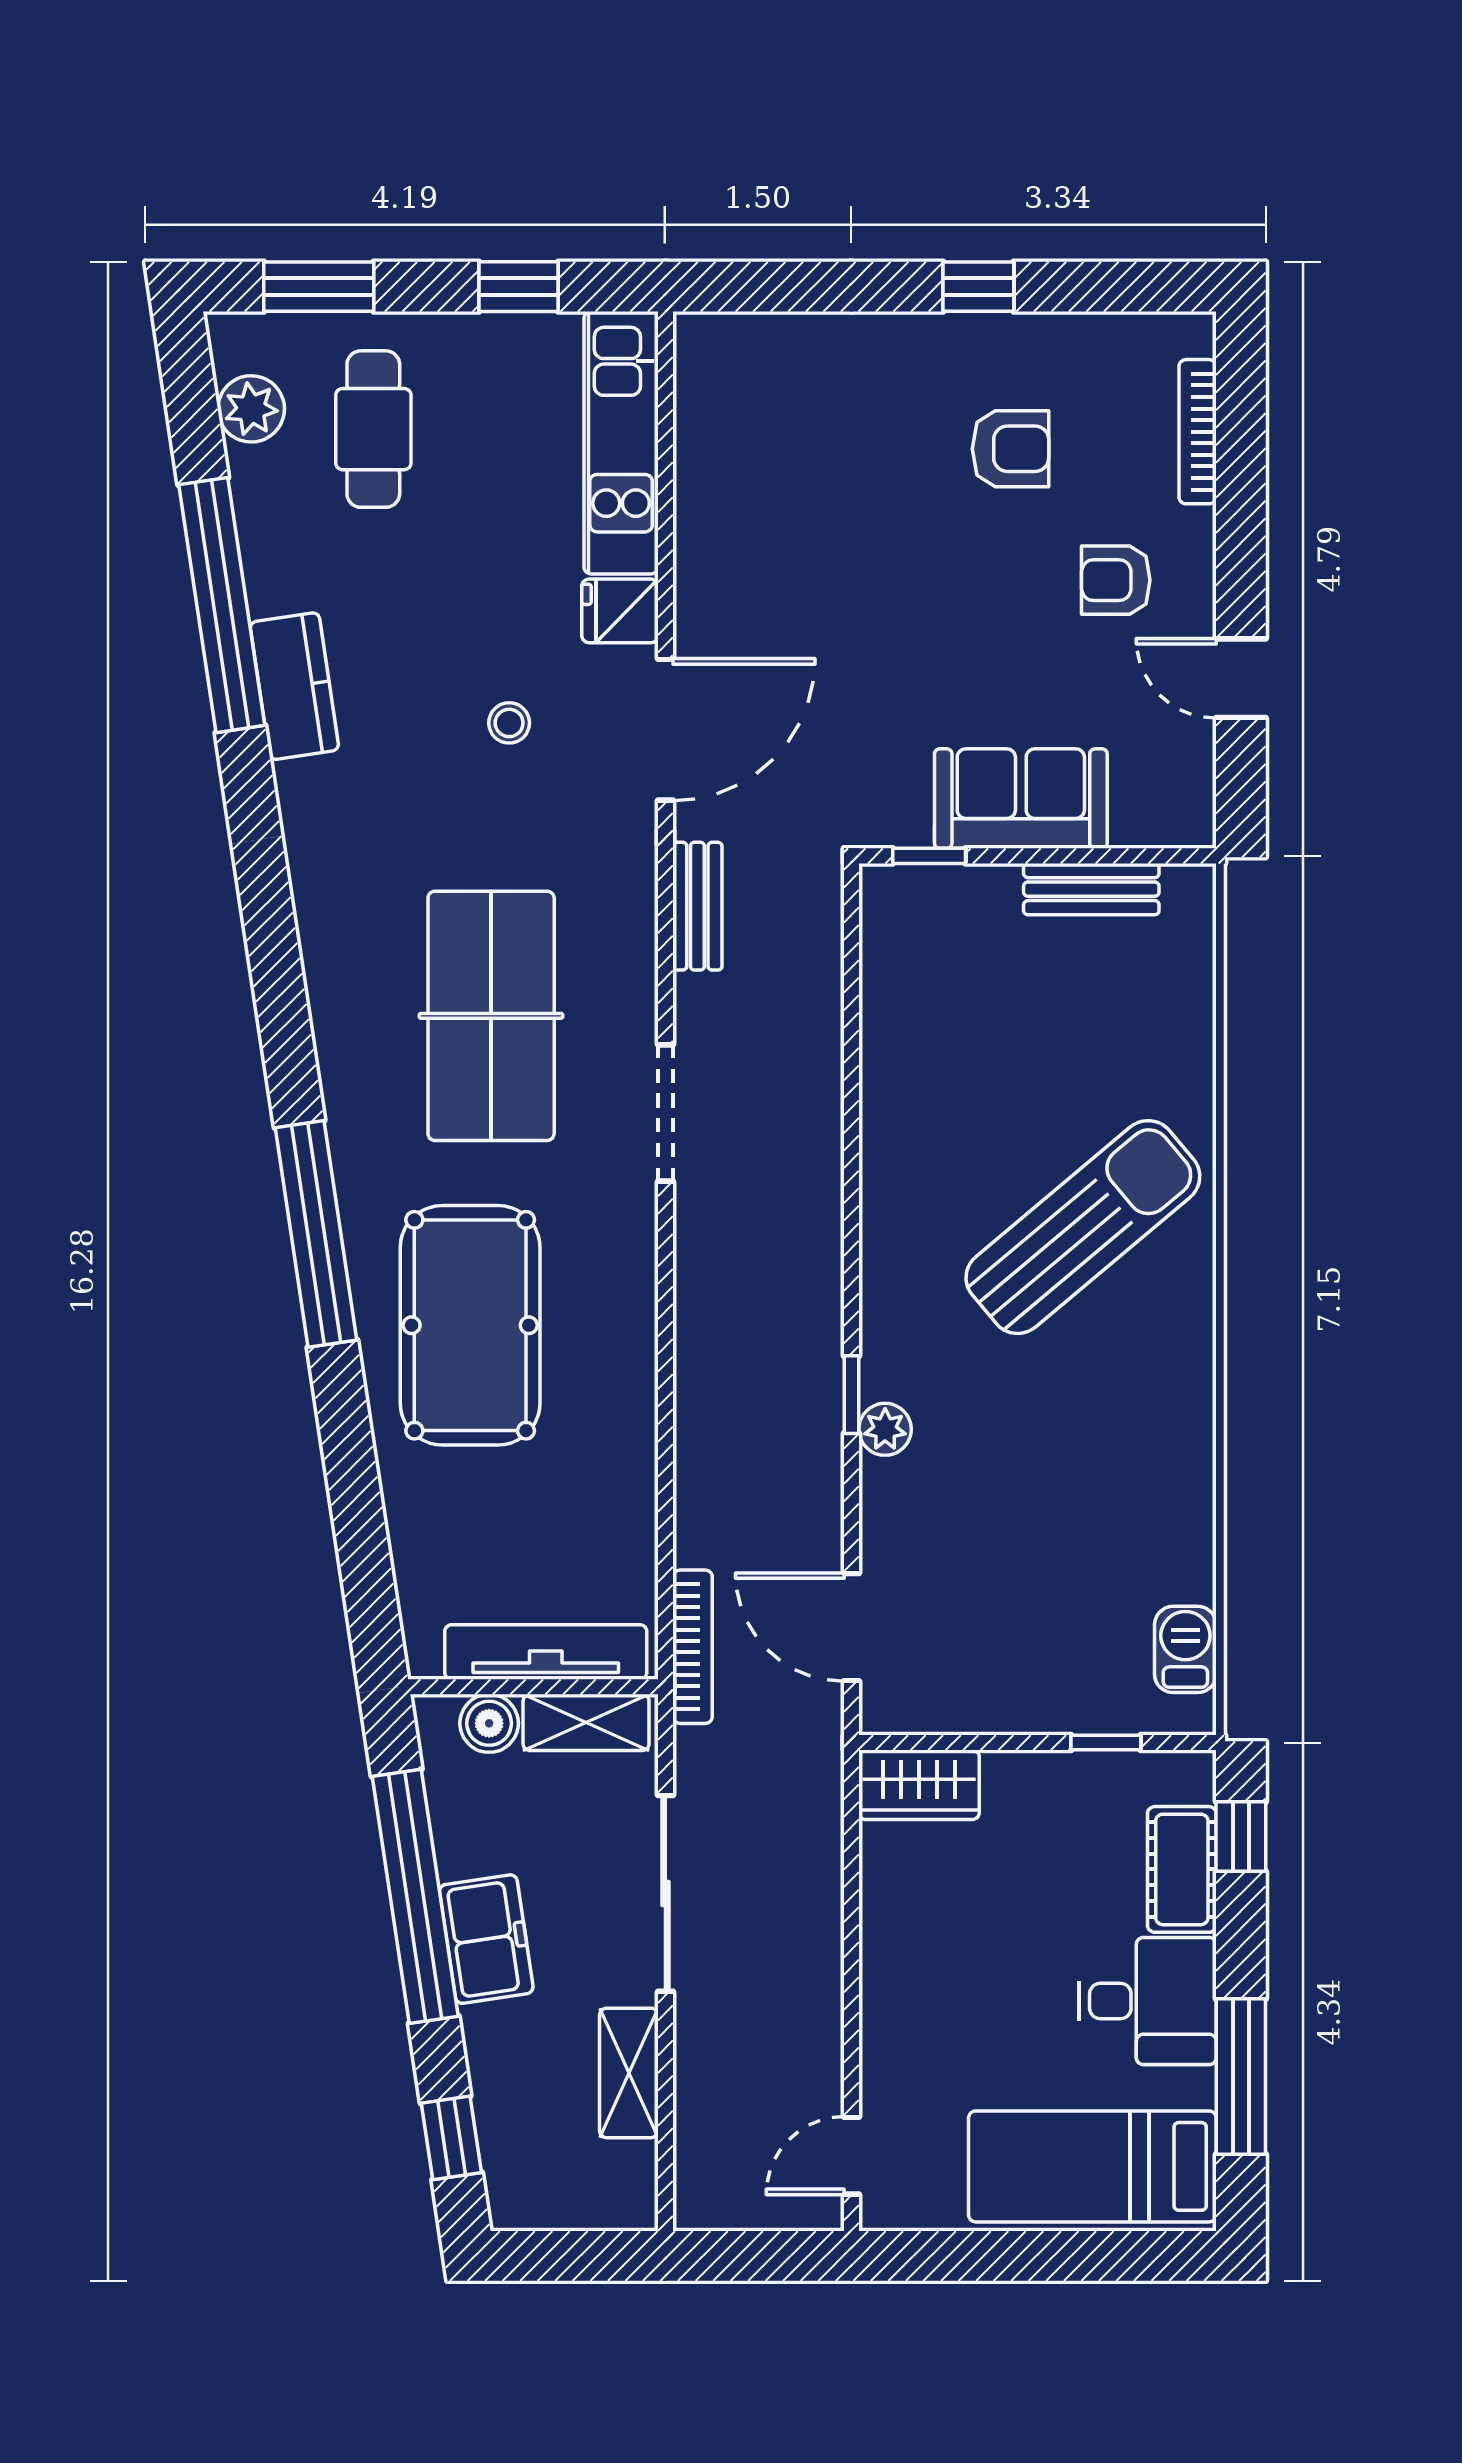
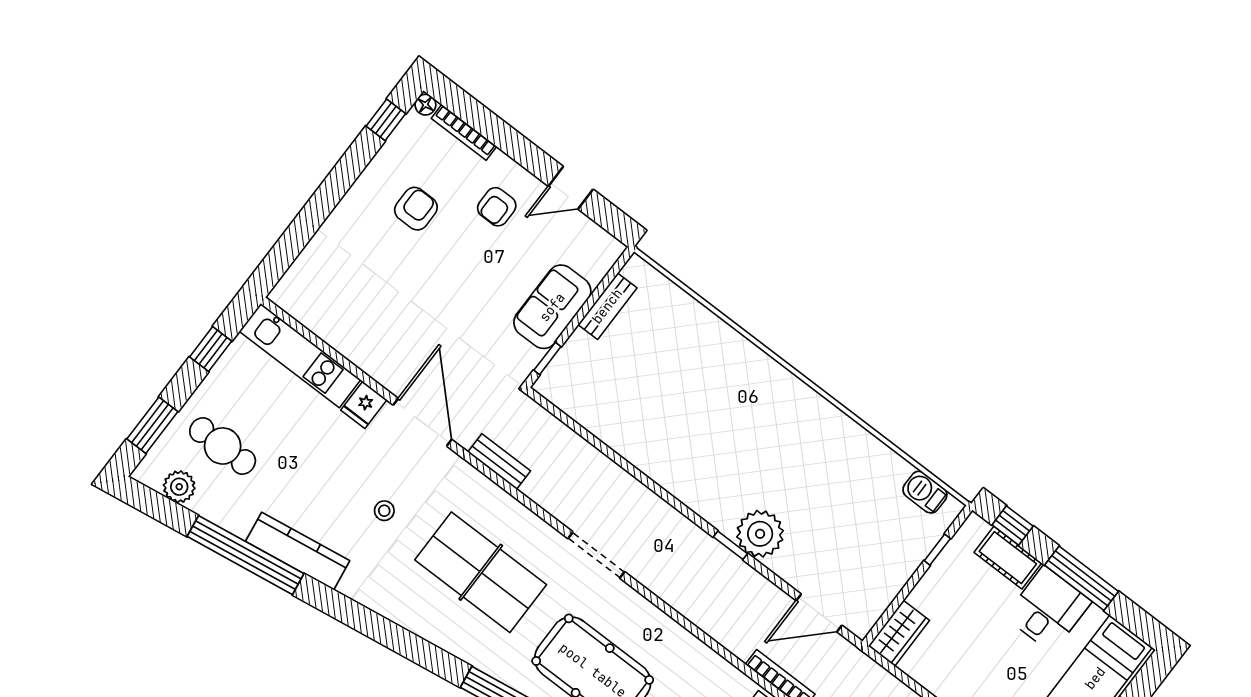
window: (978, 287) -> (386, 120), moved
floor lamp: (1195, 333) -> (425, 105), added
kitchen counter: (294, 686) -> (298, 551), width x1.50
stool: (509, 723) -> (384, 511), moved
doorway: (665, 1113) -> (596, 555), moved
sun lounger: (1083, 1227) -> (734, 408), removed
plant: (885, 1429) -> (760, 534), width x1.88, depth x1.88
window: (1241, 2076) -> (1081, 578), moved

